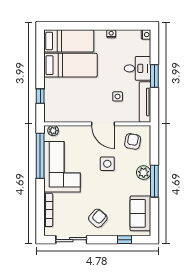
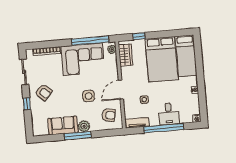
bed: (70, 65) -> (162, 59), width x1.50
window: (154, 76) -> (164, 128), width x2.11
tv unit: (145, 102) -> (137, 123), width x0.71
wardrobe: (61, 115) -> (125, 55), added
sofa: (140, 213) -> (63, 125), moved
window: (125, 240) -> (27, 104), moved

